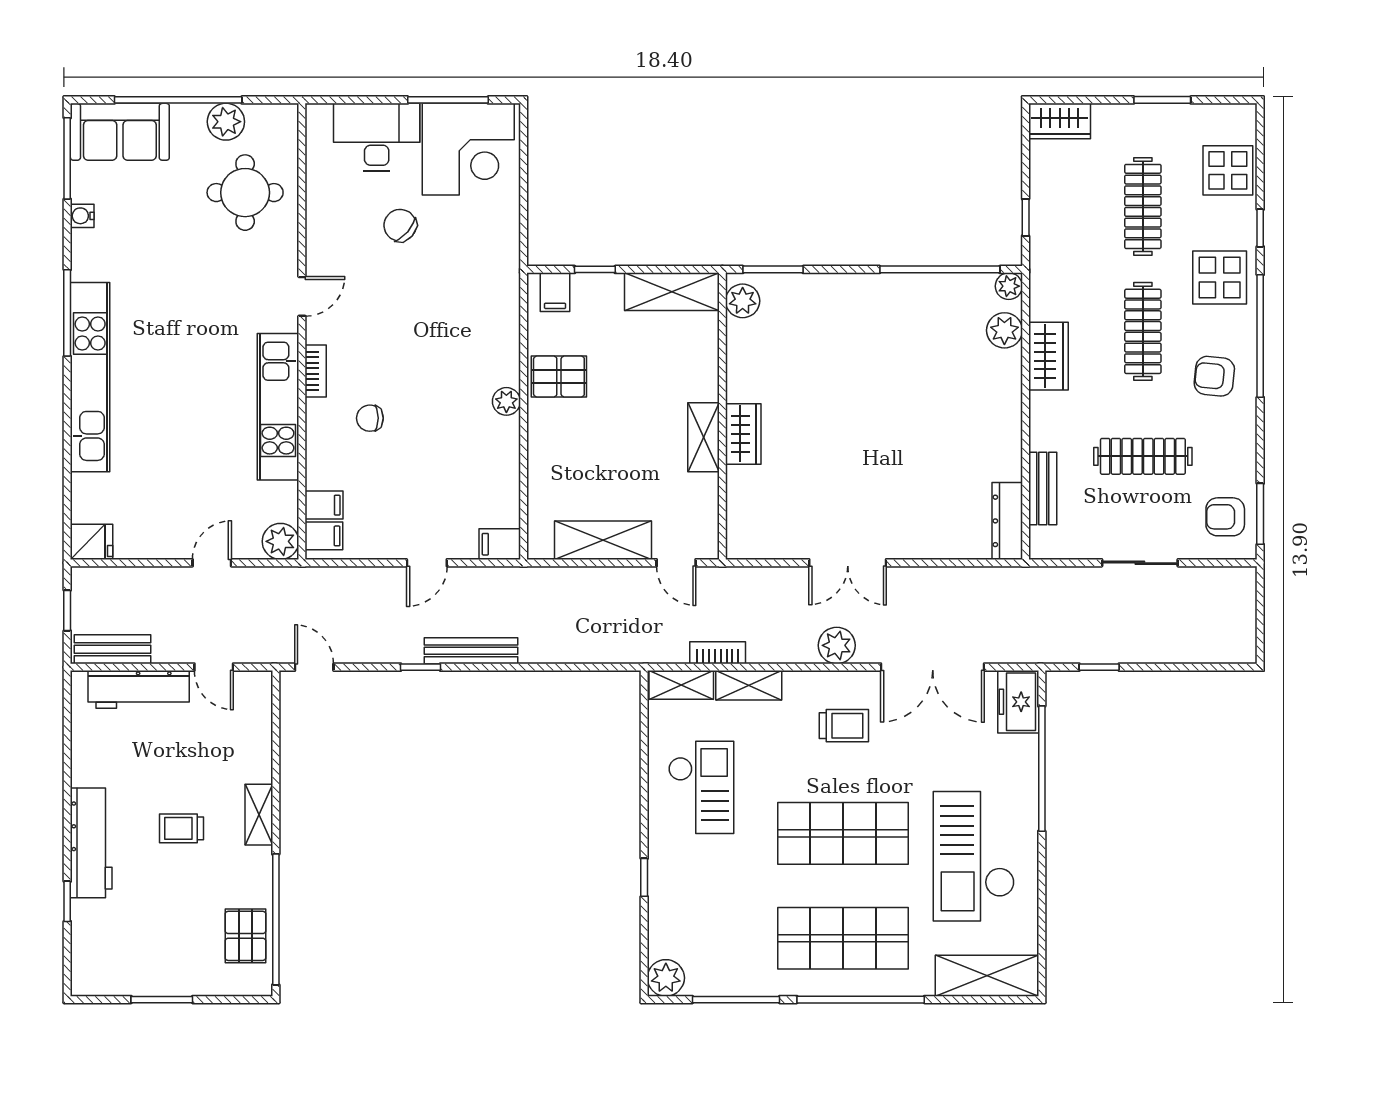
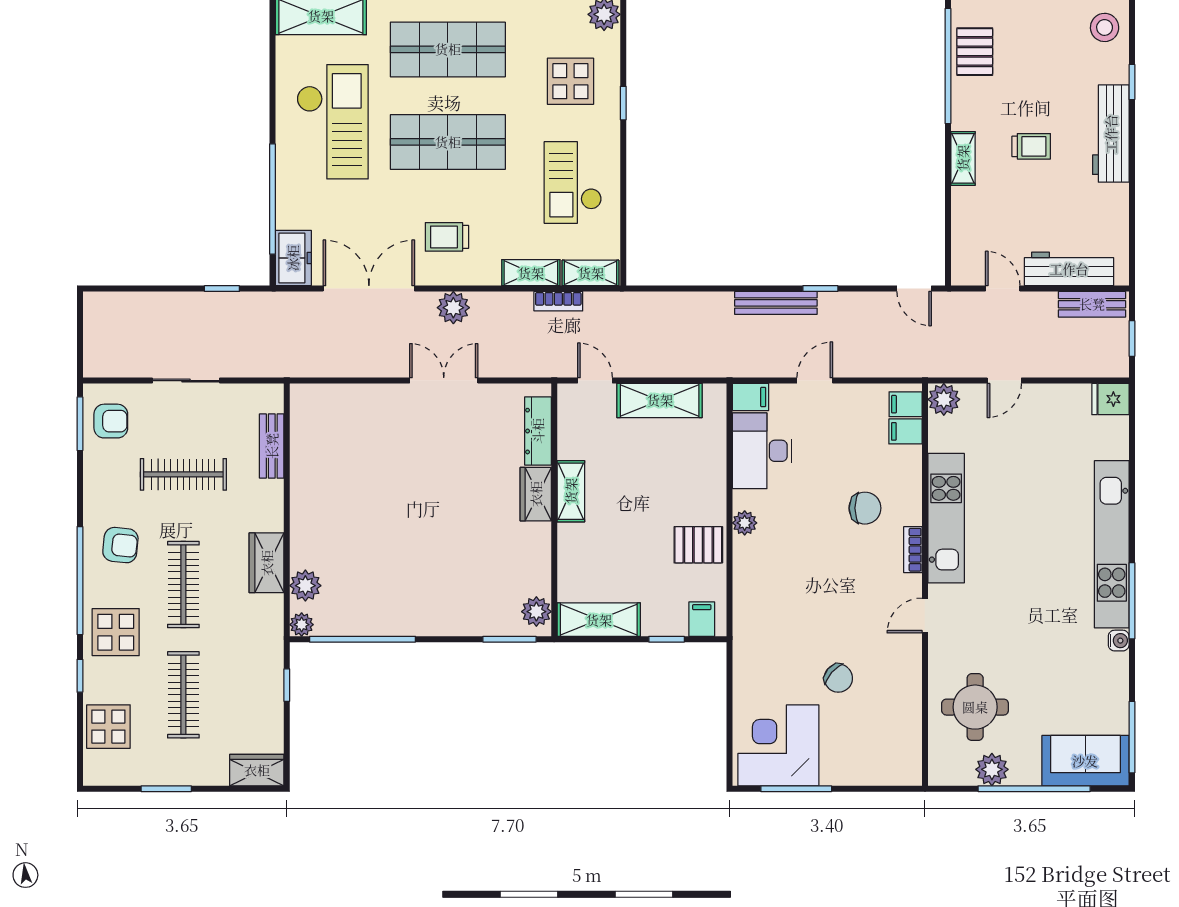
desk: (377, 137) -> (762, 451), moved, turned 90
water cooler: (82, 216) -> (1119, 641), moved
chair: (370, 418) -> (865, 508), width x1.37, depth x1.37
dresser: (1007, 521) -> (538, 431), moved, turned 180
display table: (704, 902) -> (570, 81), added
stool: (98, 963) -> (1105, 27), added

